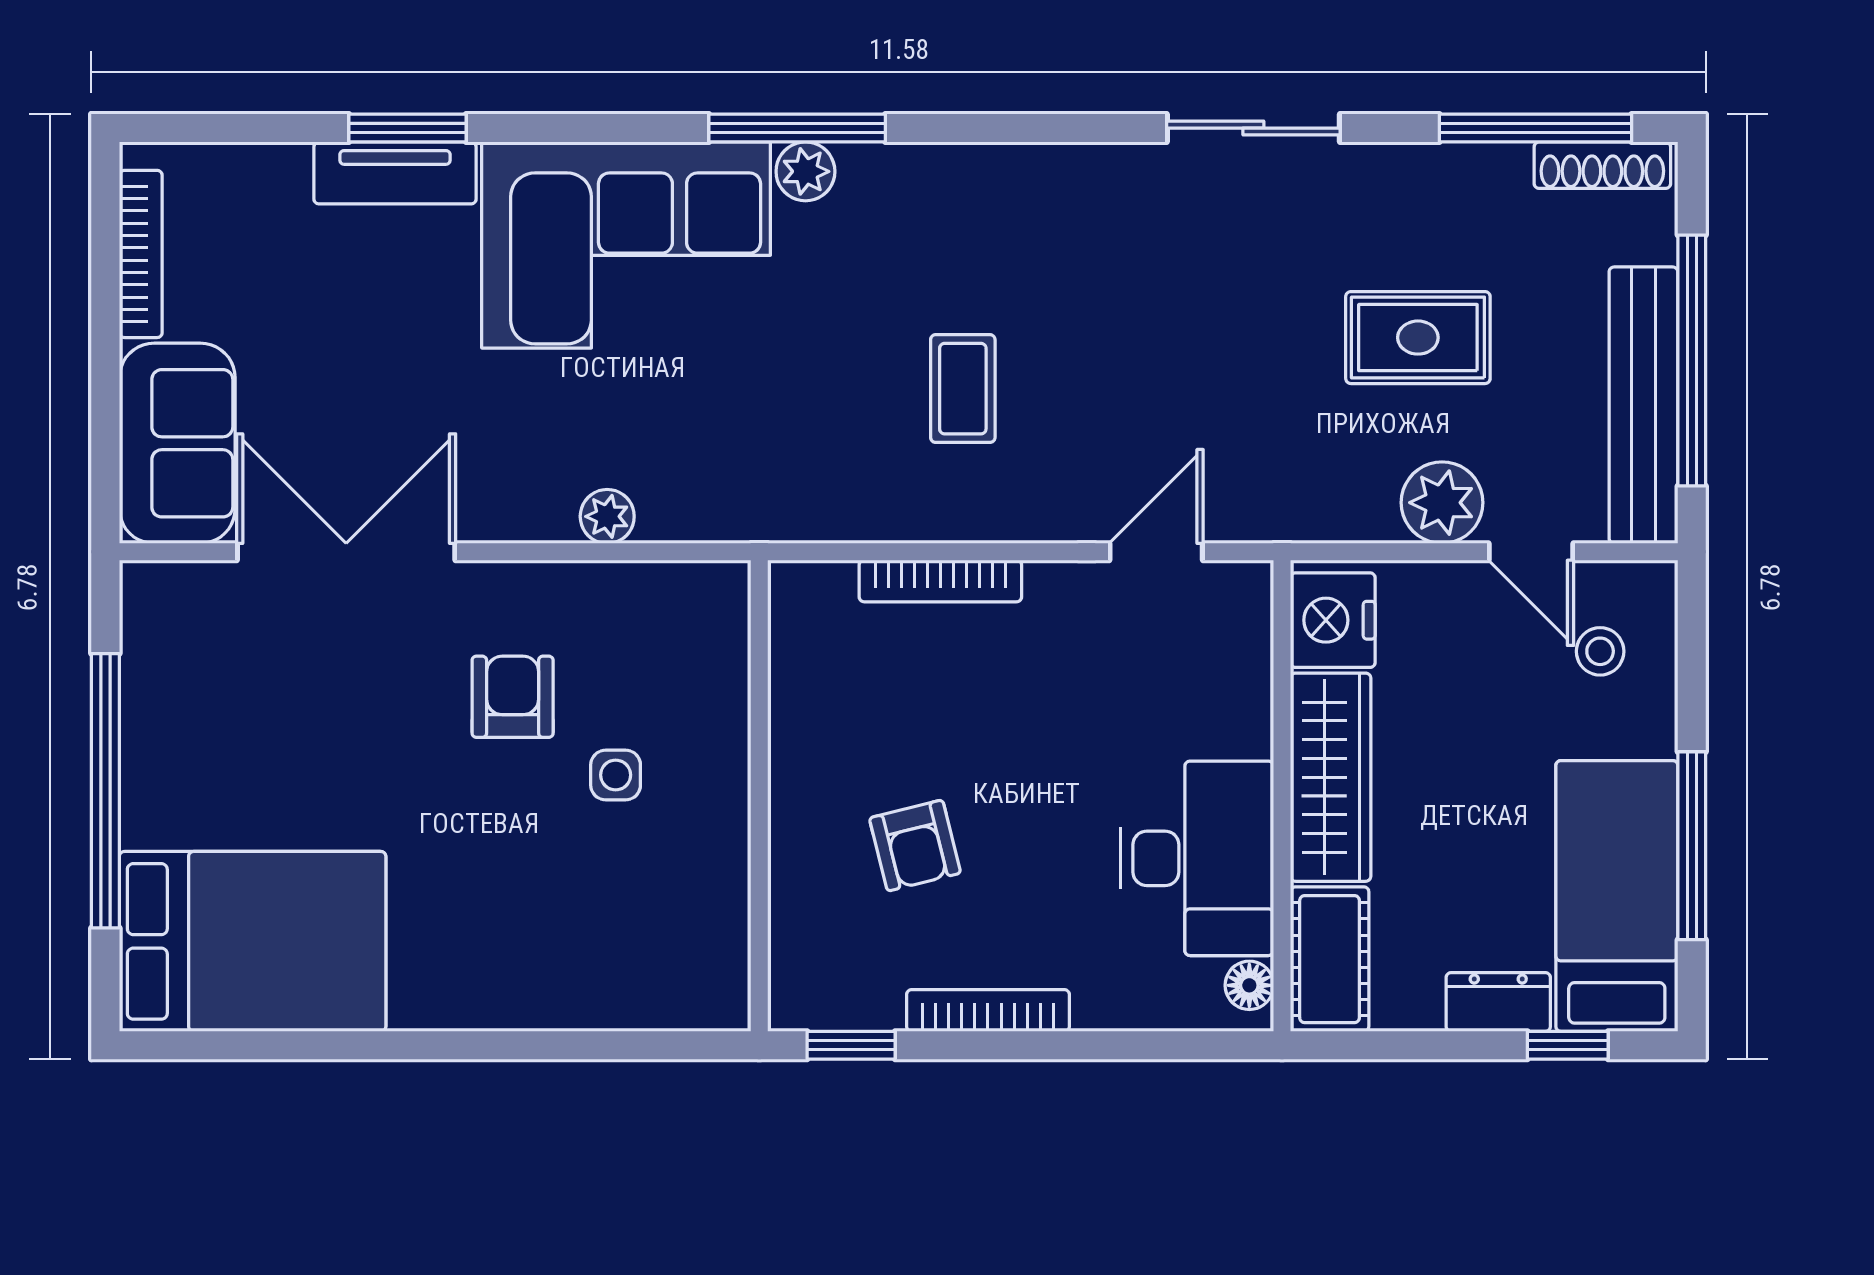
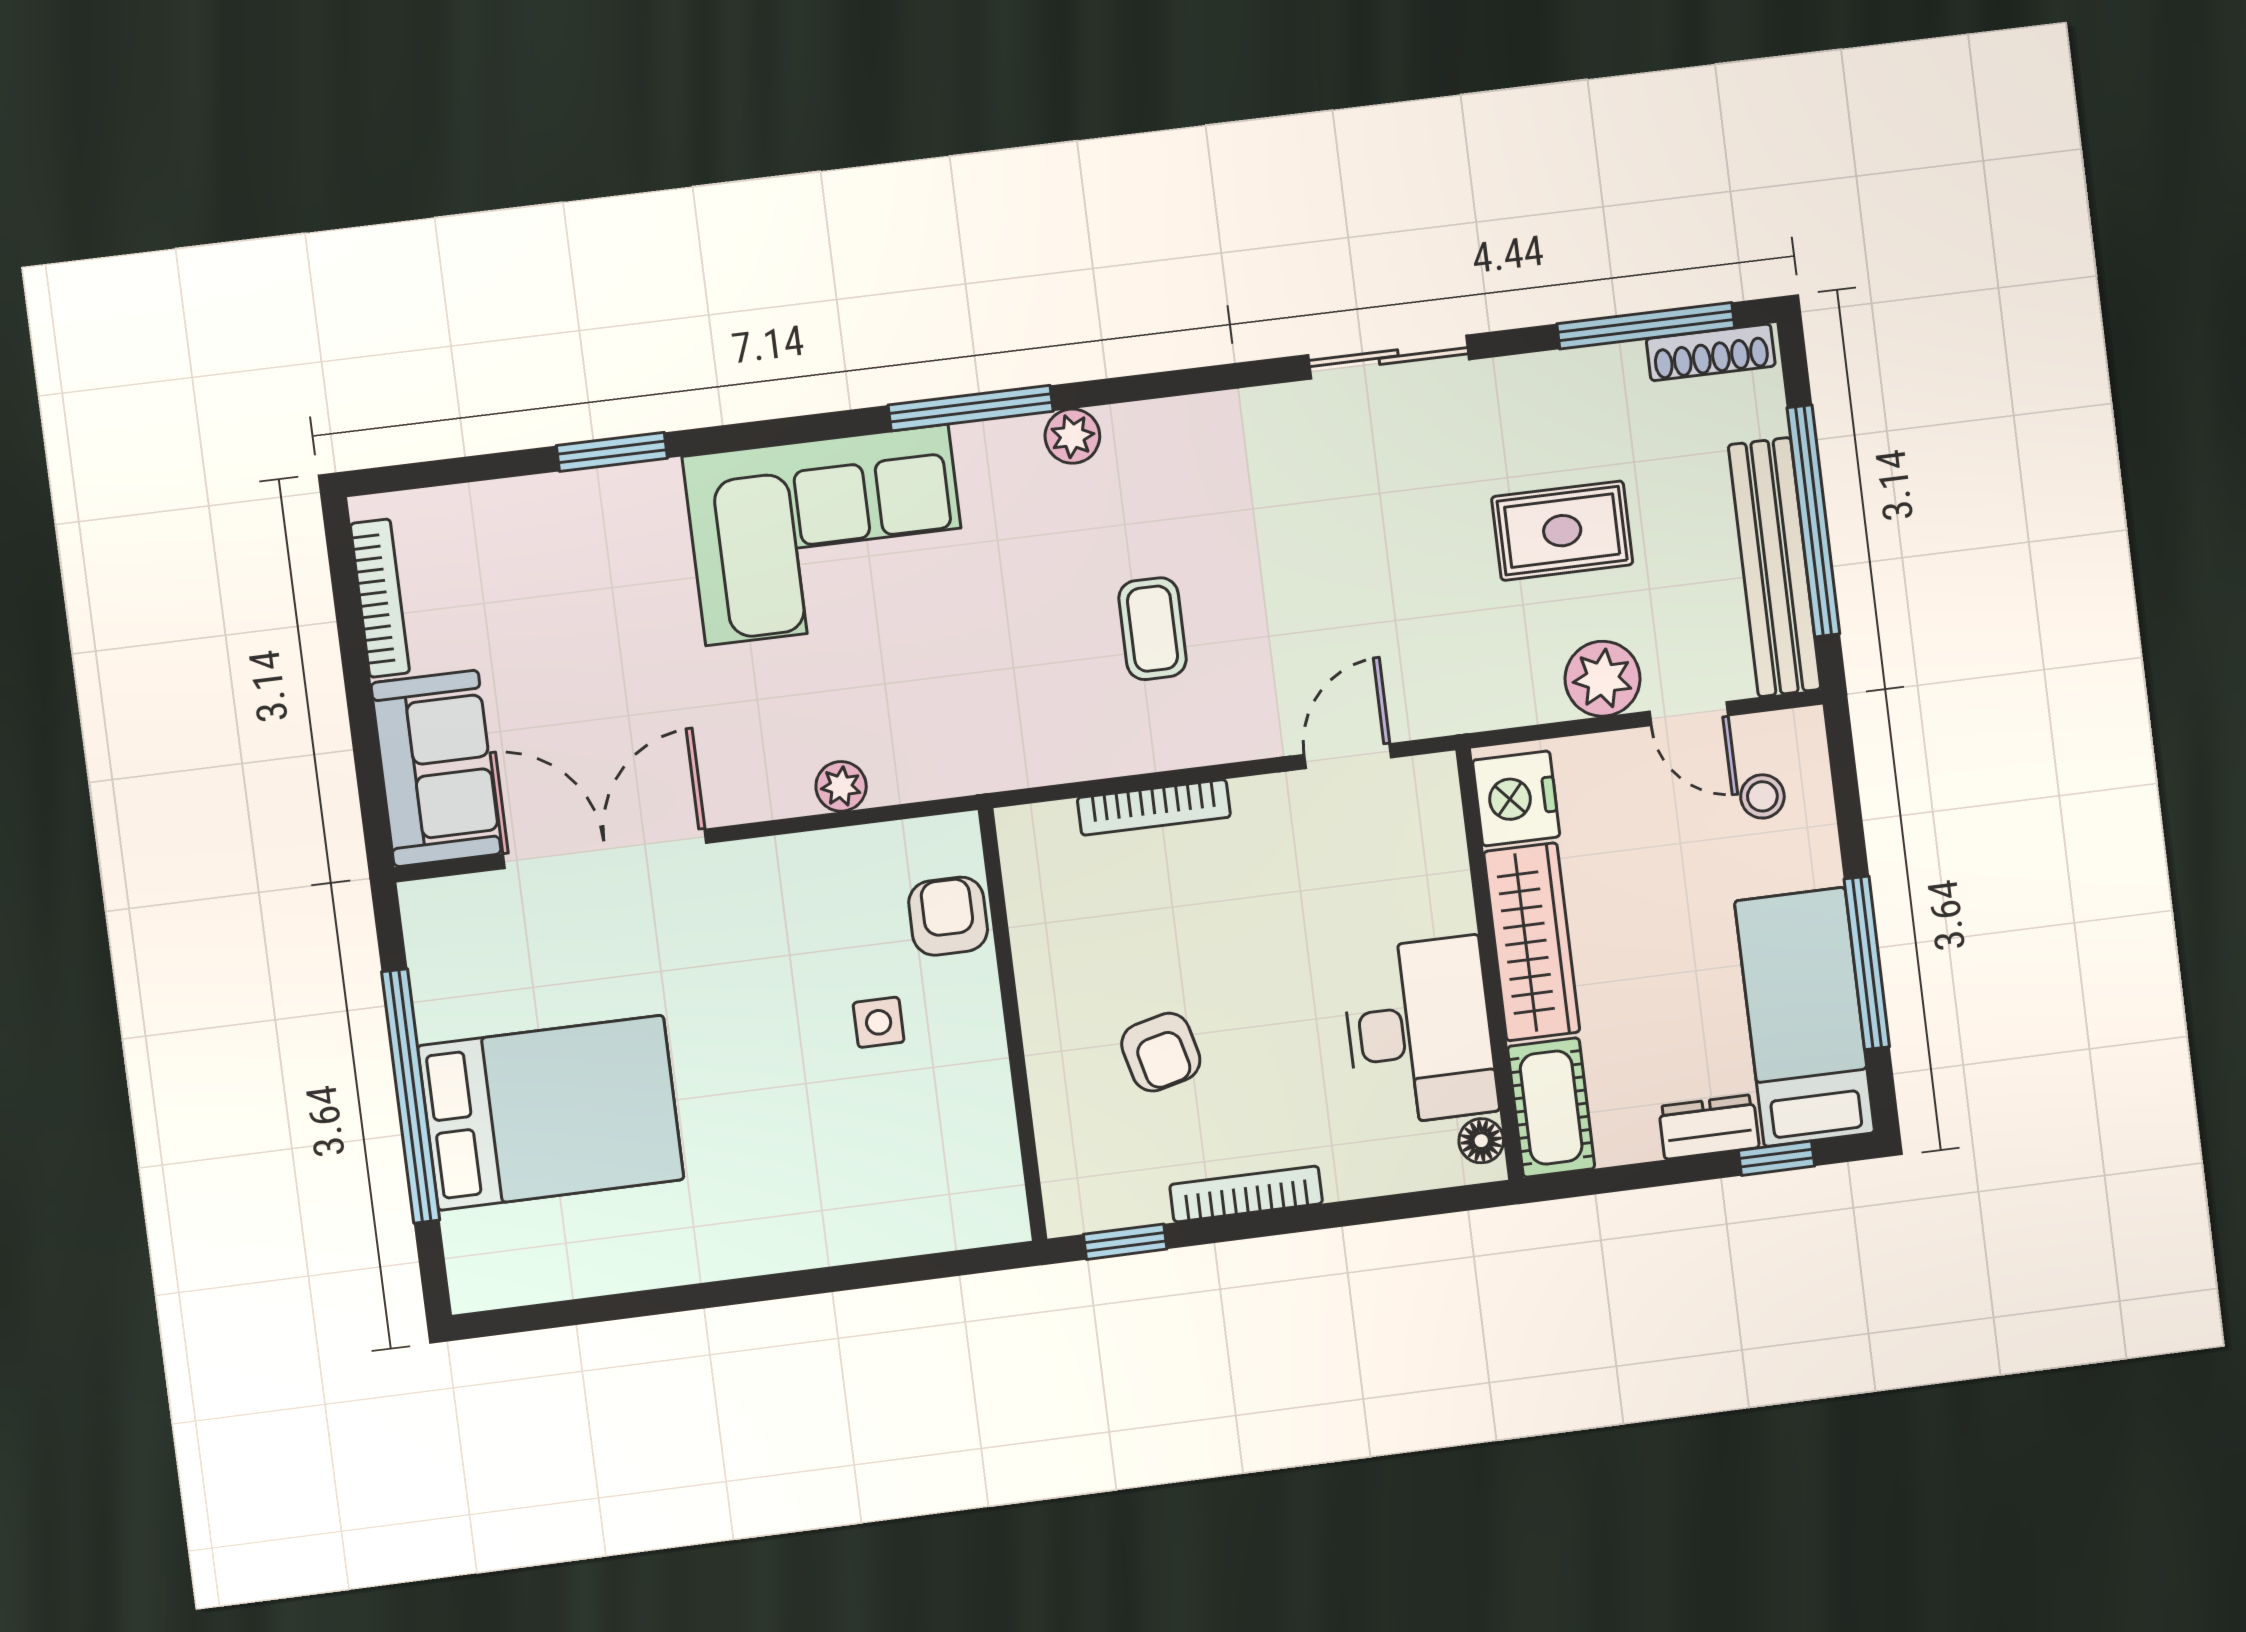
plant: (805, 171) -> (1072, 436), moved
tv unit: (395, 173) -> (606, 495), removed
armchair: (513, 697) -> (948, 916), moved
bed: (253, 941) -> (551, 1113), moved

